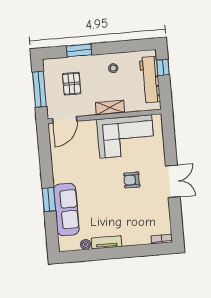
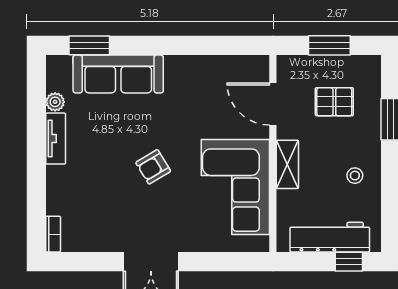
window: (39, 89) -> (329, 45), width x0.69
door: (65, 120) -> (273, 104), moved
armchair: (132, 180) -> (153, 167), moved, turned -121
window: (49, 200) -> (89, 45), moved

